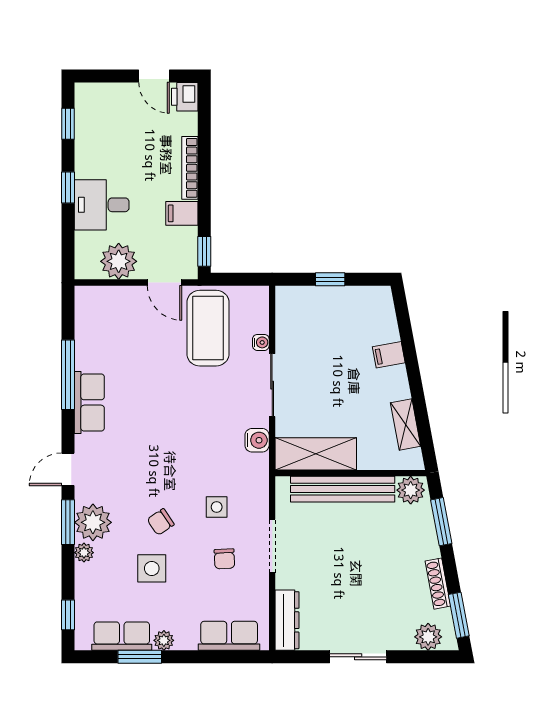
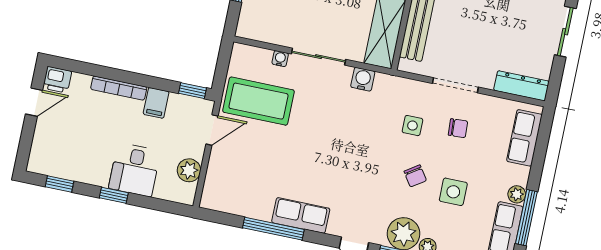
plant: (119, 261) -> (189, 170), width x0.73, depth x0.73
window: (140, 657) -> (526, 218), width x1.44

